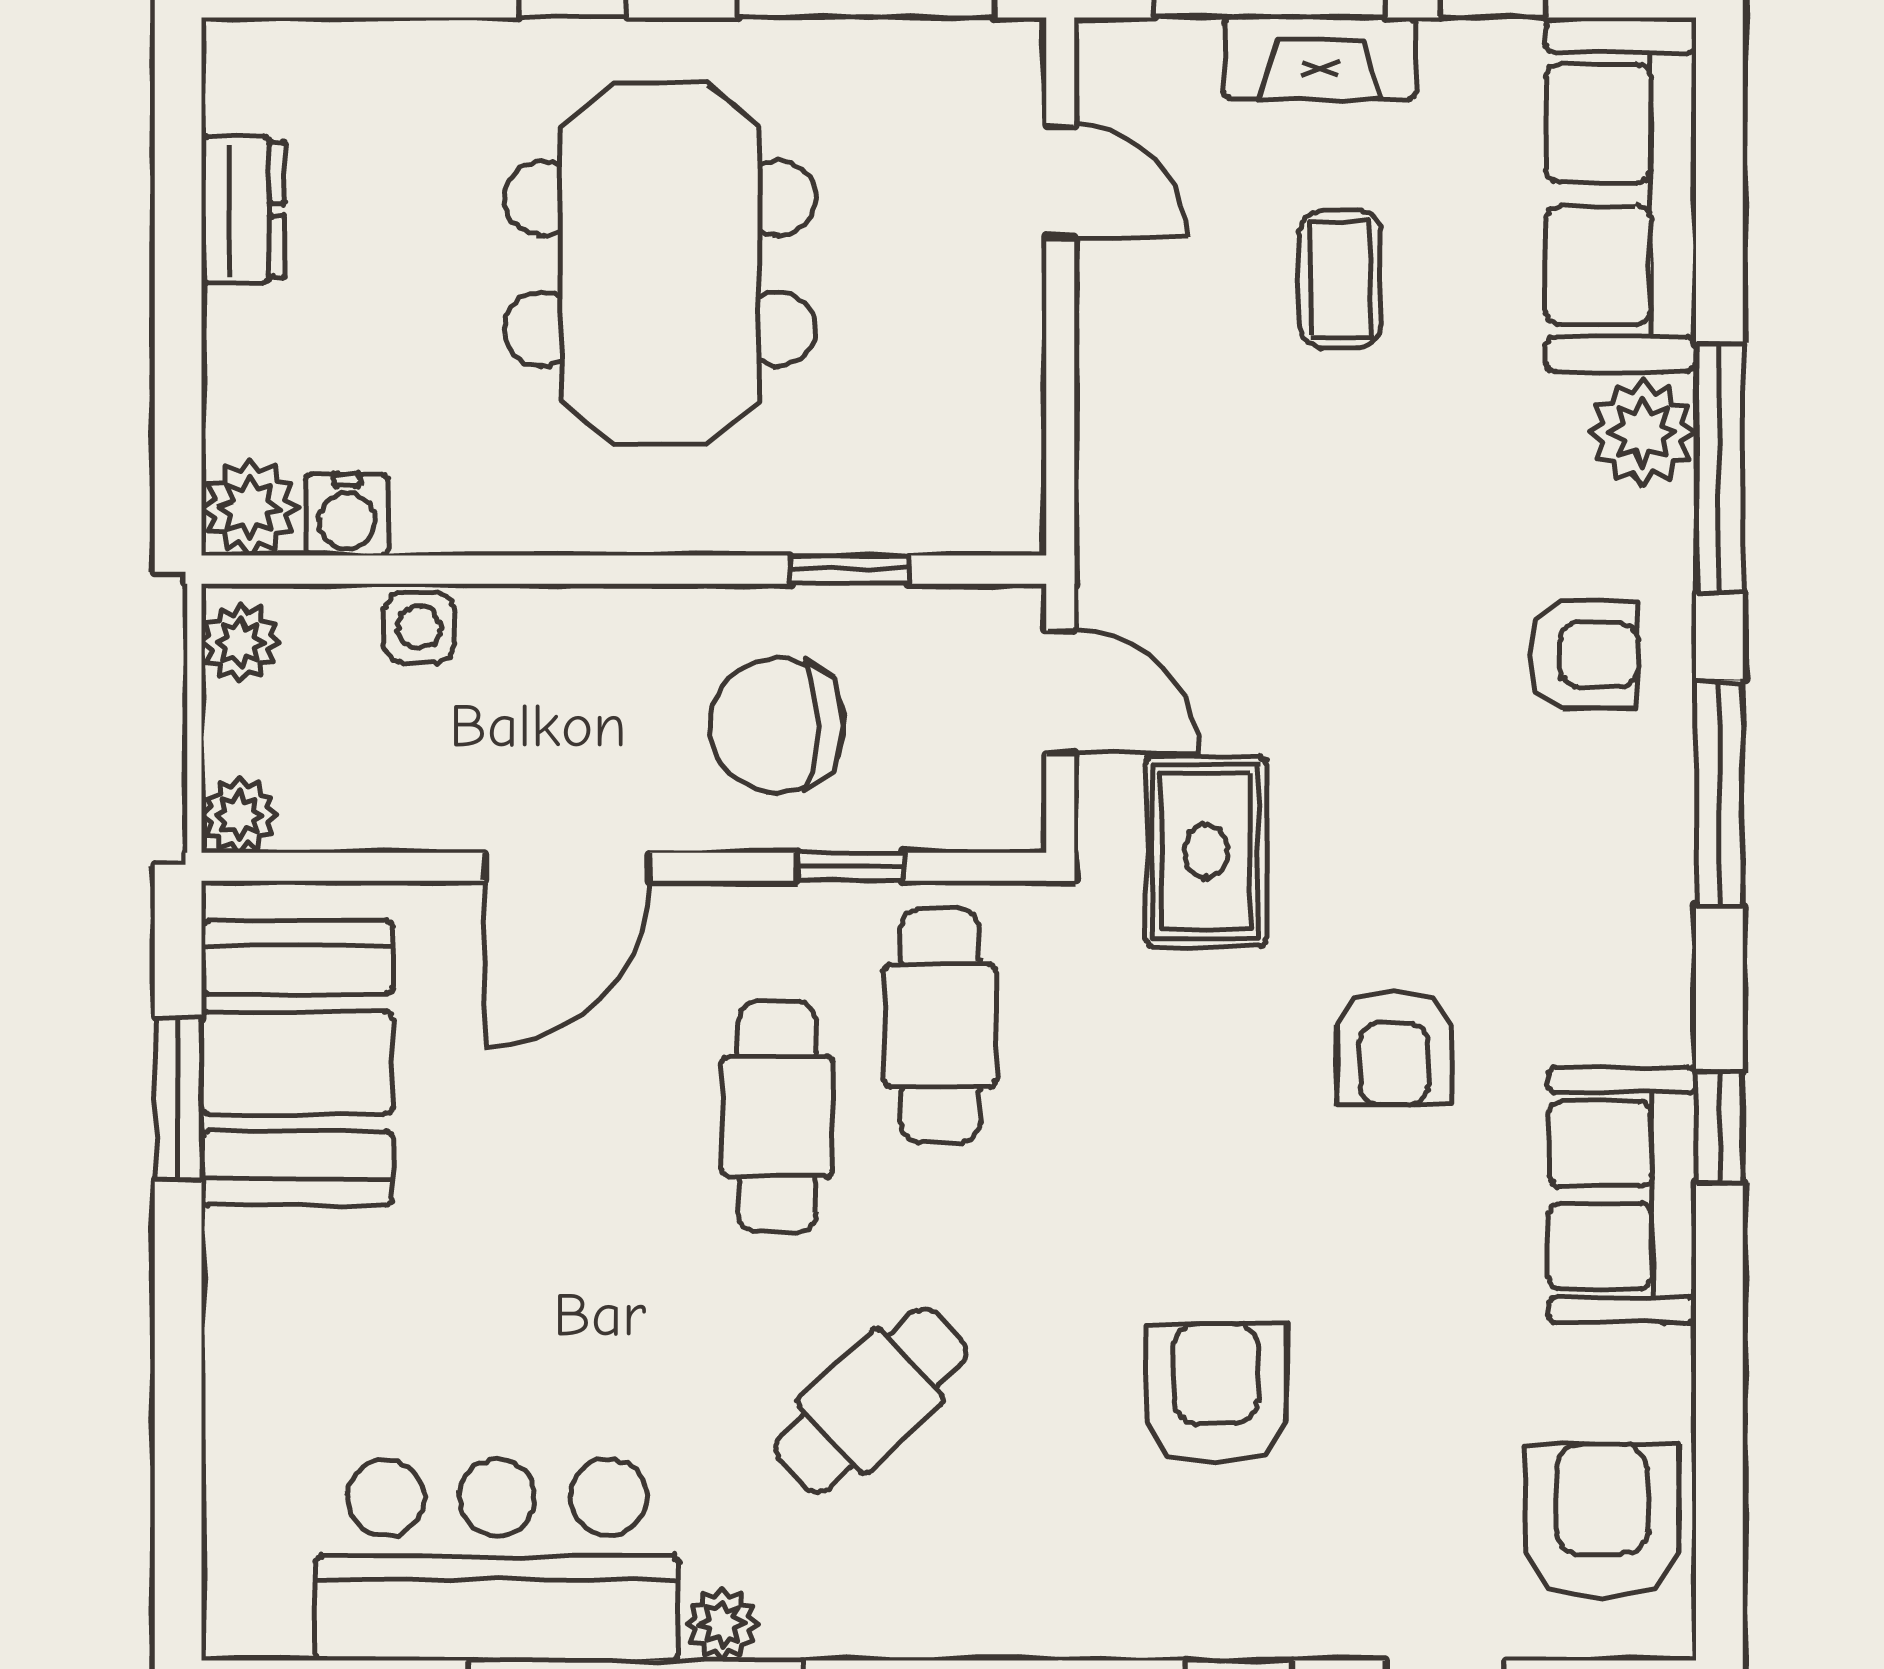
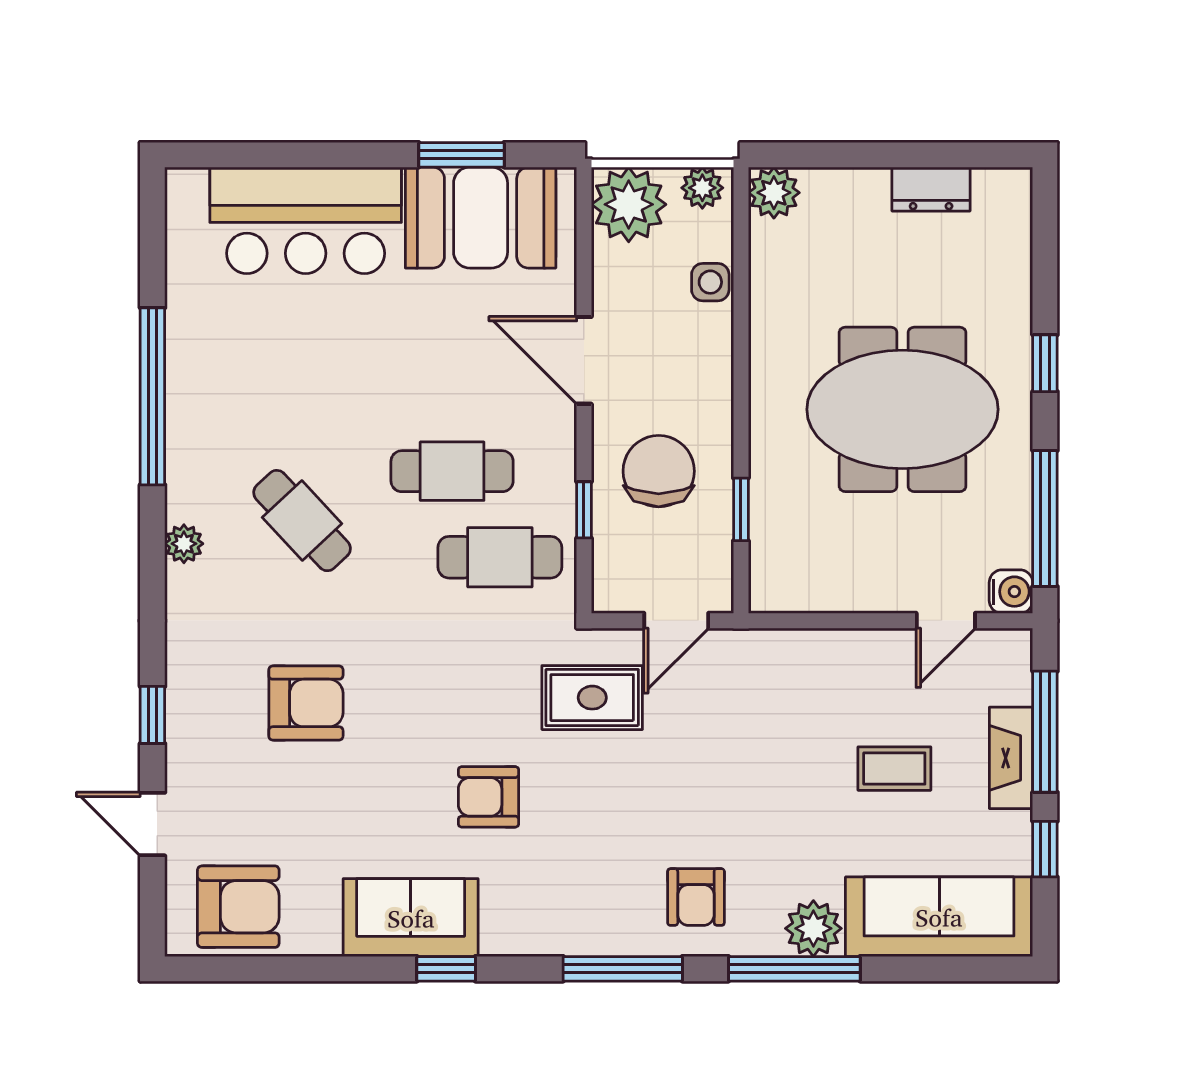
water cooler: (347, 515) -> (1011, 592), moved, turned 180
plant: (239, 815) -> (629, 204), width x1.88, depth x1.88
bar counter: (497, 1560) -> (306, 220), moved, turned 90
plant: (722, 1624) -> (184, 544), moved

